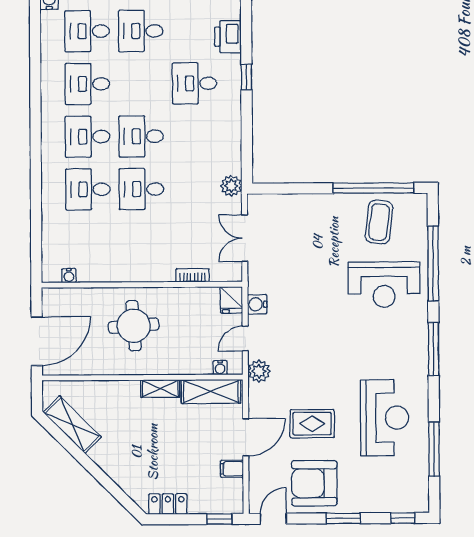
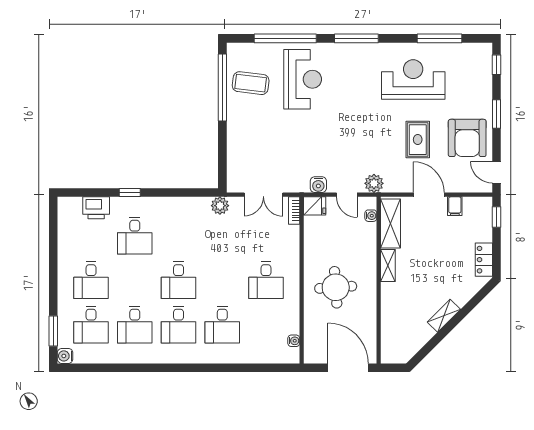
desk: (141, 189) -> (266, 280), moved
bookcase: (193, 275) -> (294, 211), moved
shelving: (72, 425) -> (444, 316), moved, width x0.67, depth x0.75

